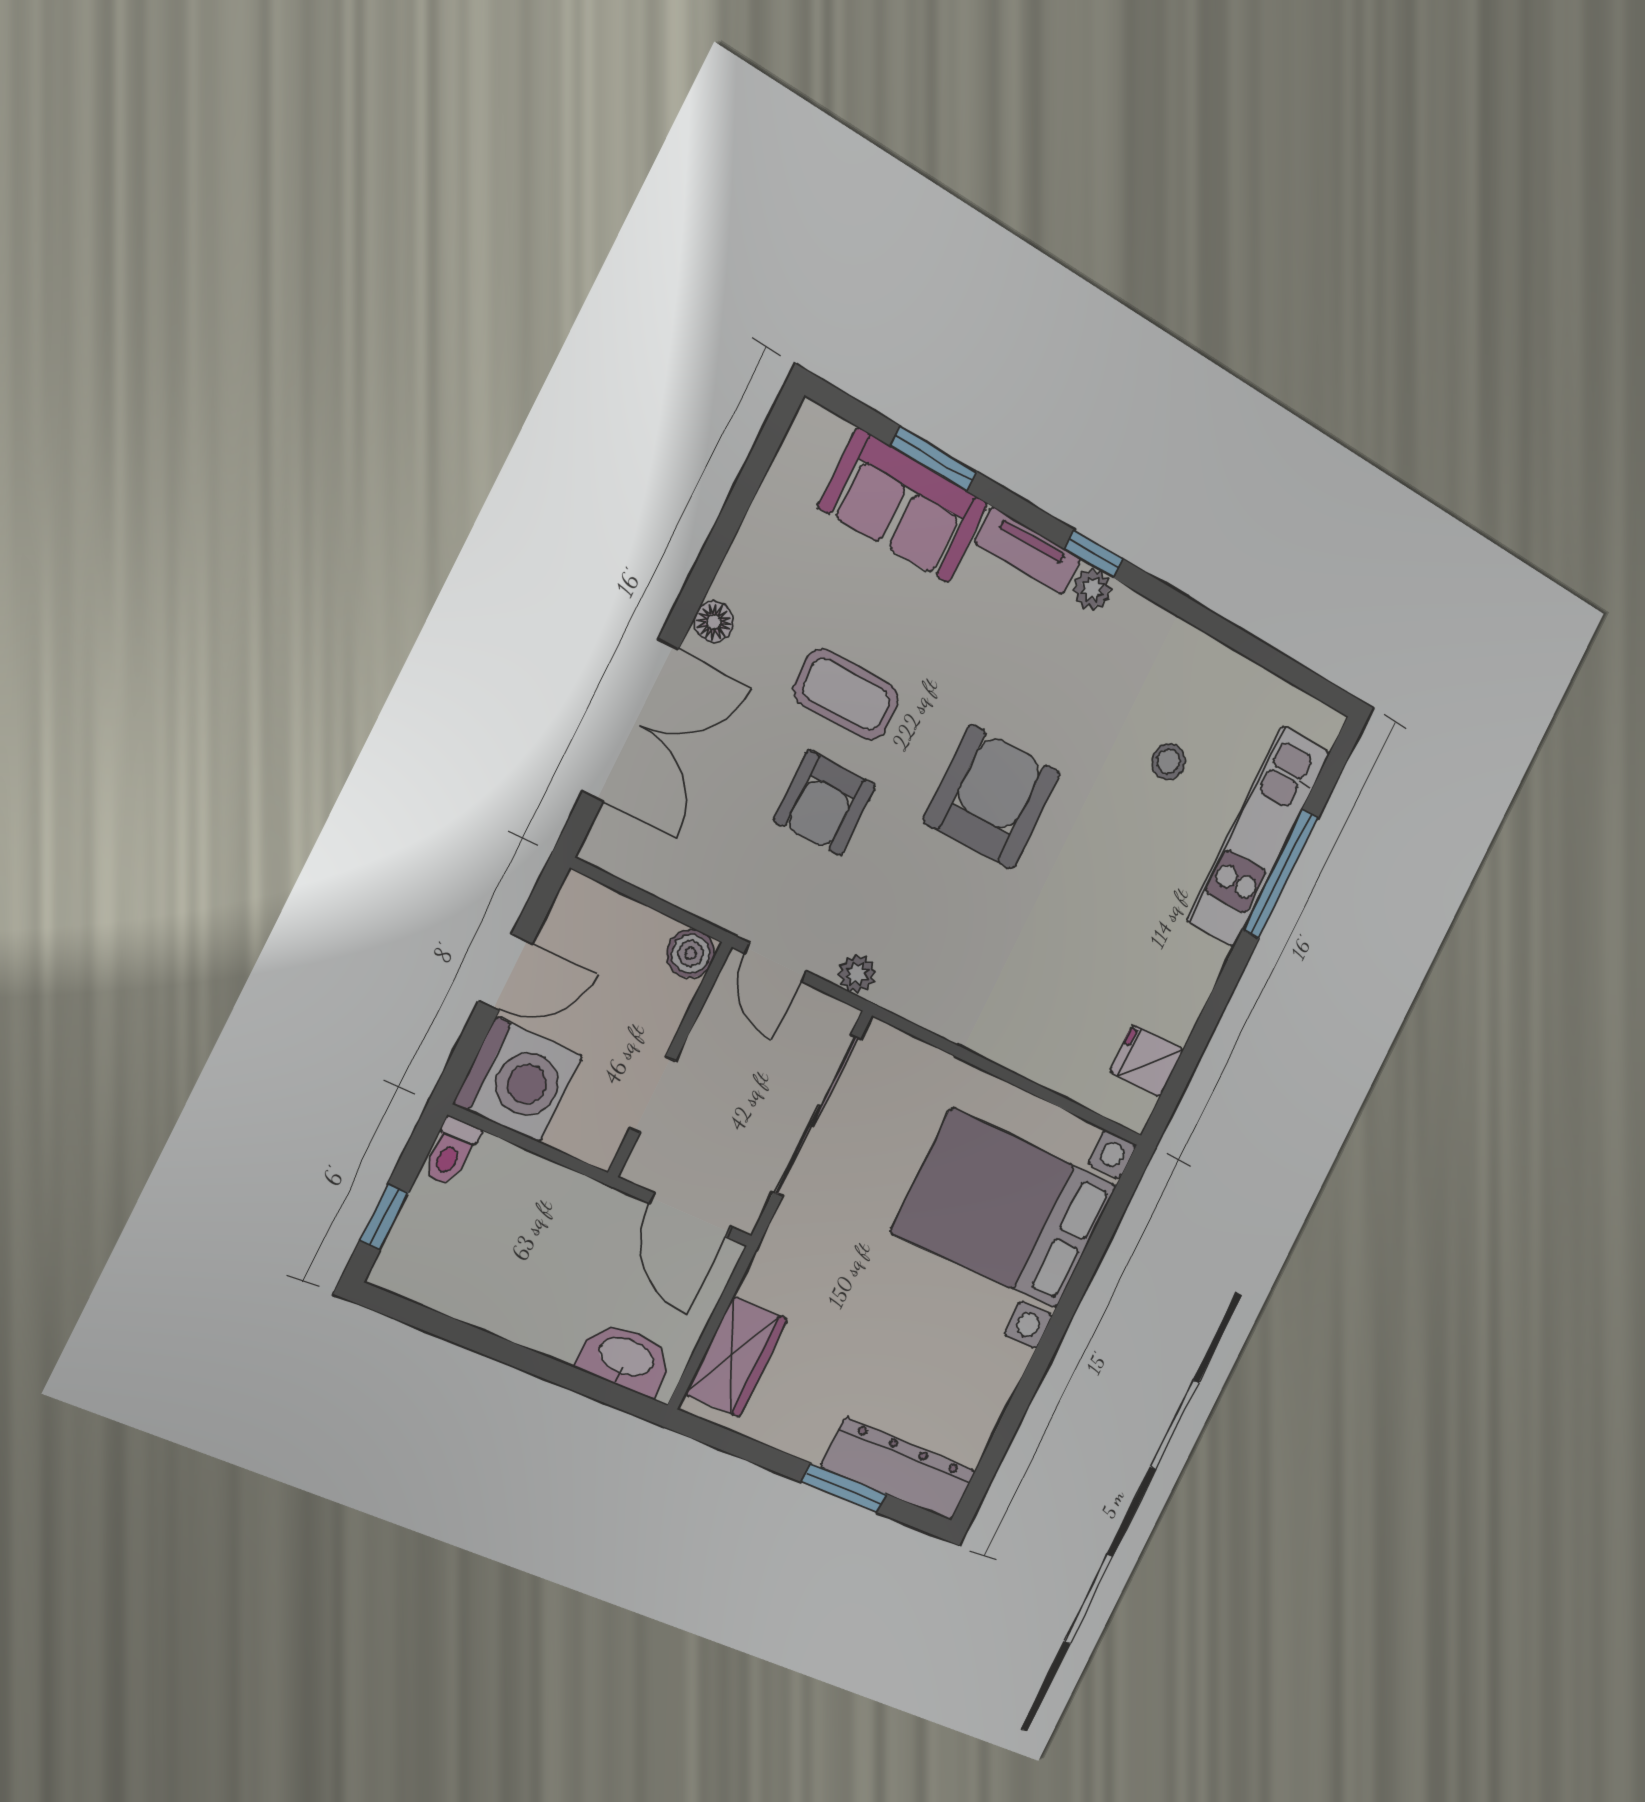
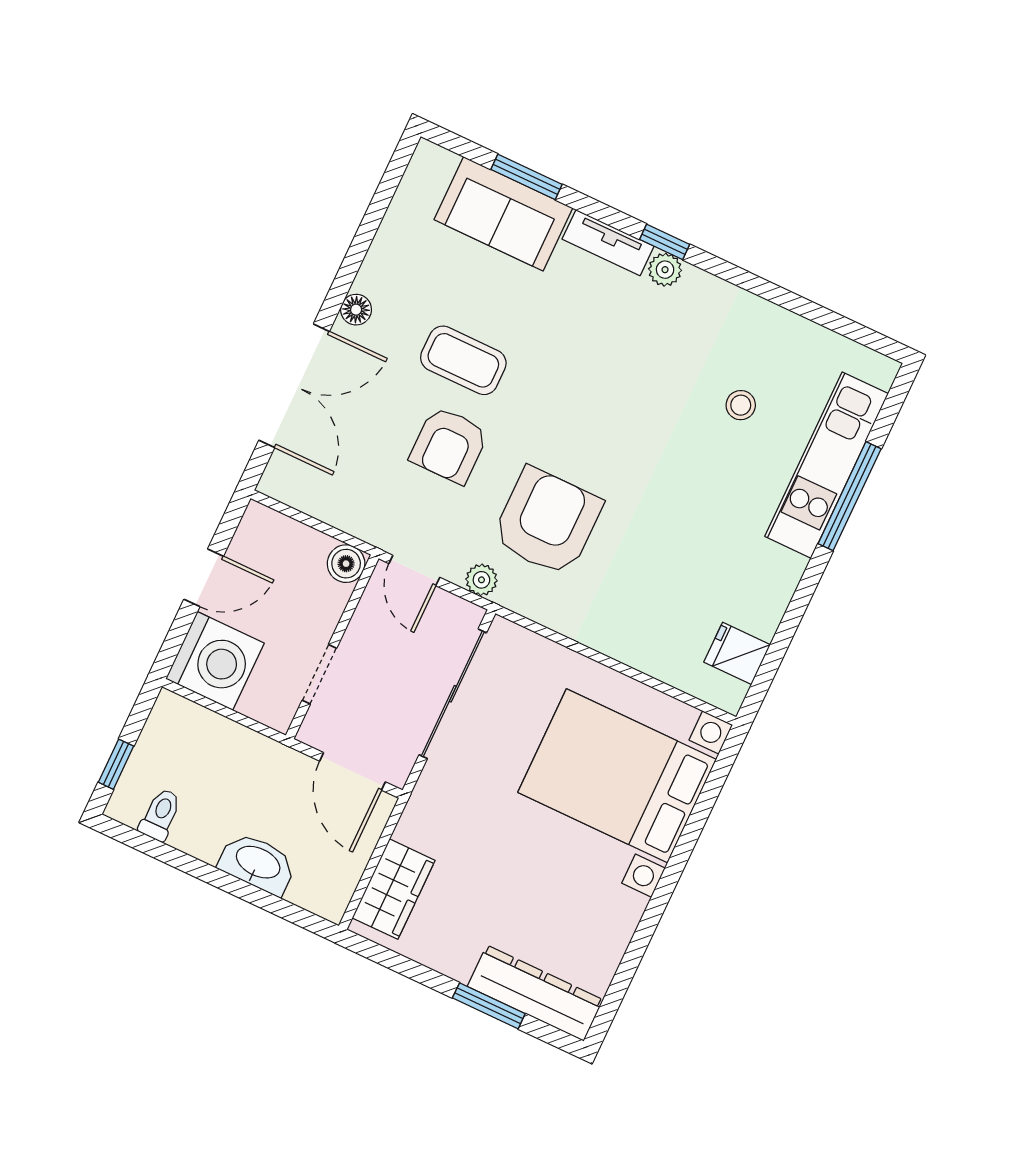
armchair: (992, 797) -> (547, 522), moved
toilet: (451, 1152) -> (160, 815), moved, turned 180
washbasin: (626, 1358) -> (258, 863), moved

